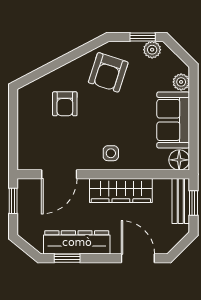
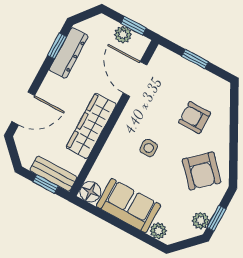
armchair: (108, 72) -> (202, 171), turned -150
window: (13, 131) -> (195, 59), added
side table: (111, 153) -> (149, 148), moved
plant: (26, 206) -> (123, 35), added
dresser: (77, 242) -> (69, 53), width x0.73, depth x0.80

